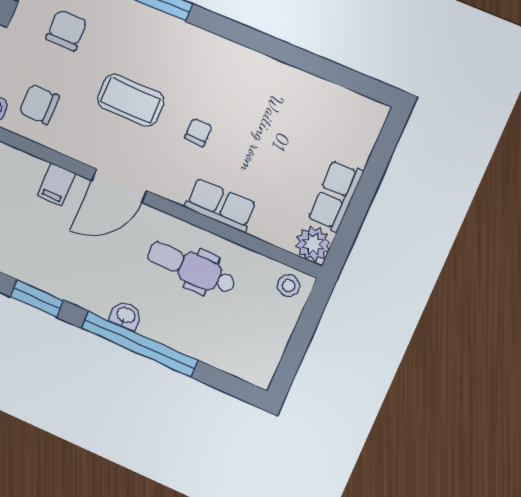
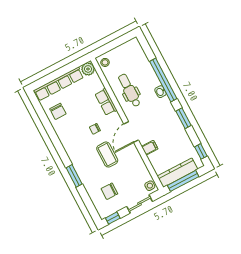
chair: (39, 105) -> (58, 111), moved
door: (119, 186) -> (131, 132), swing flipped
row of seats: (335, 196) -> (59, 84), width x2.02
dental chair: (191, 268) -> (129, 90), turned 180

